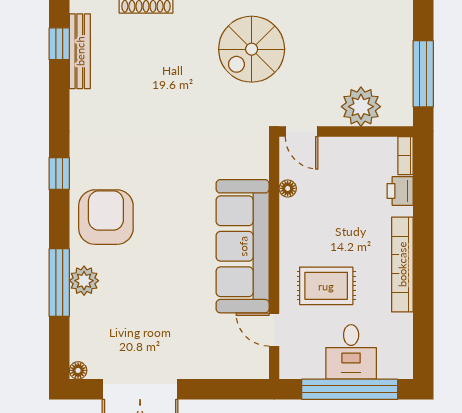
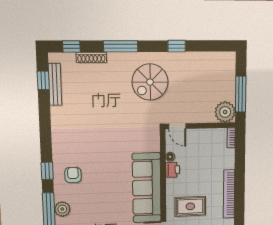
plant: (361, 107) -> (225, 112), moved
window: (59, 174) -> (47, 171), moved
printer: (400, 191) -> (173, 170), moved, turned 180
armchair: (106, 217) -> (73, 175), width x0.53, depth x0.53

